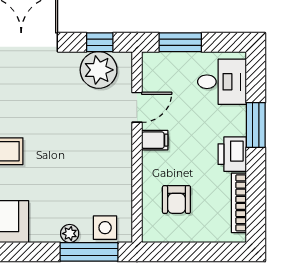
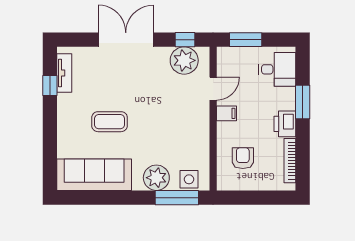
armchair: (176, 200) -> (243, 158), turned 180
plant: (70, 234) -> (156, 178), width x1.88, depth x1.88

